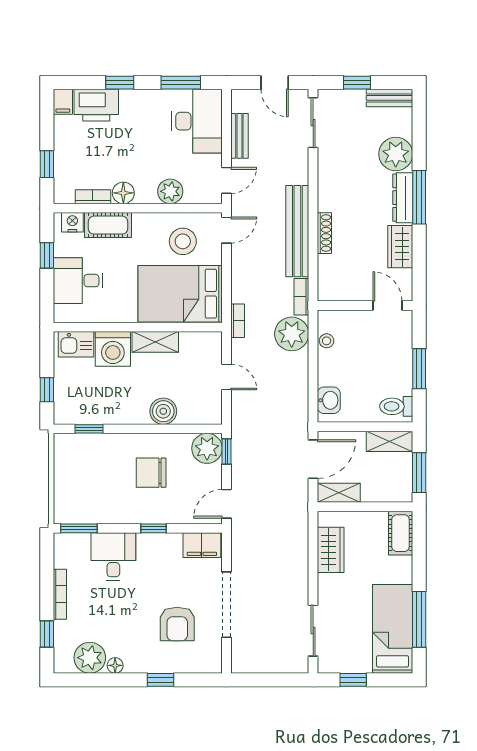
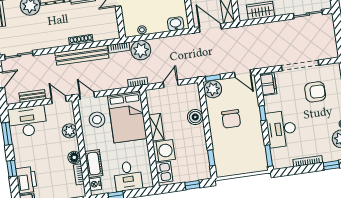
desk: (113, 557) -> (281, 129), width x1.37

